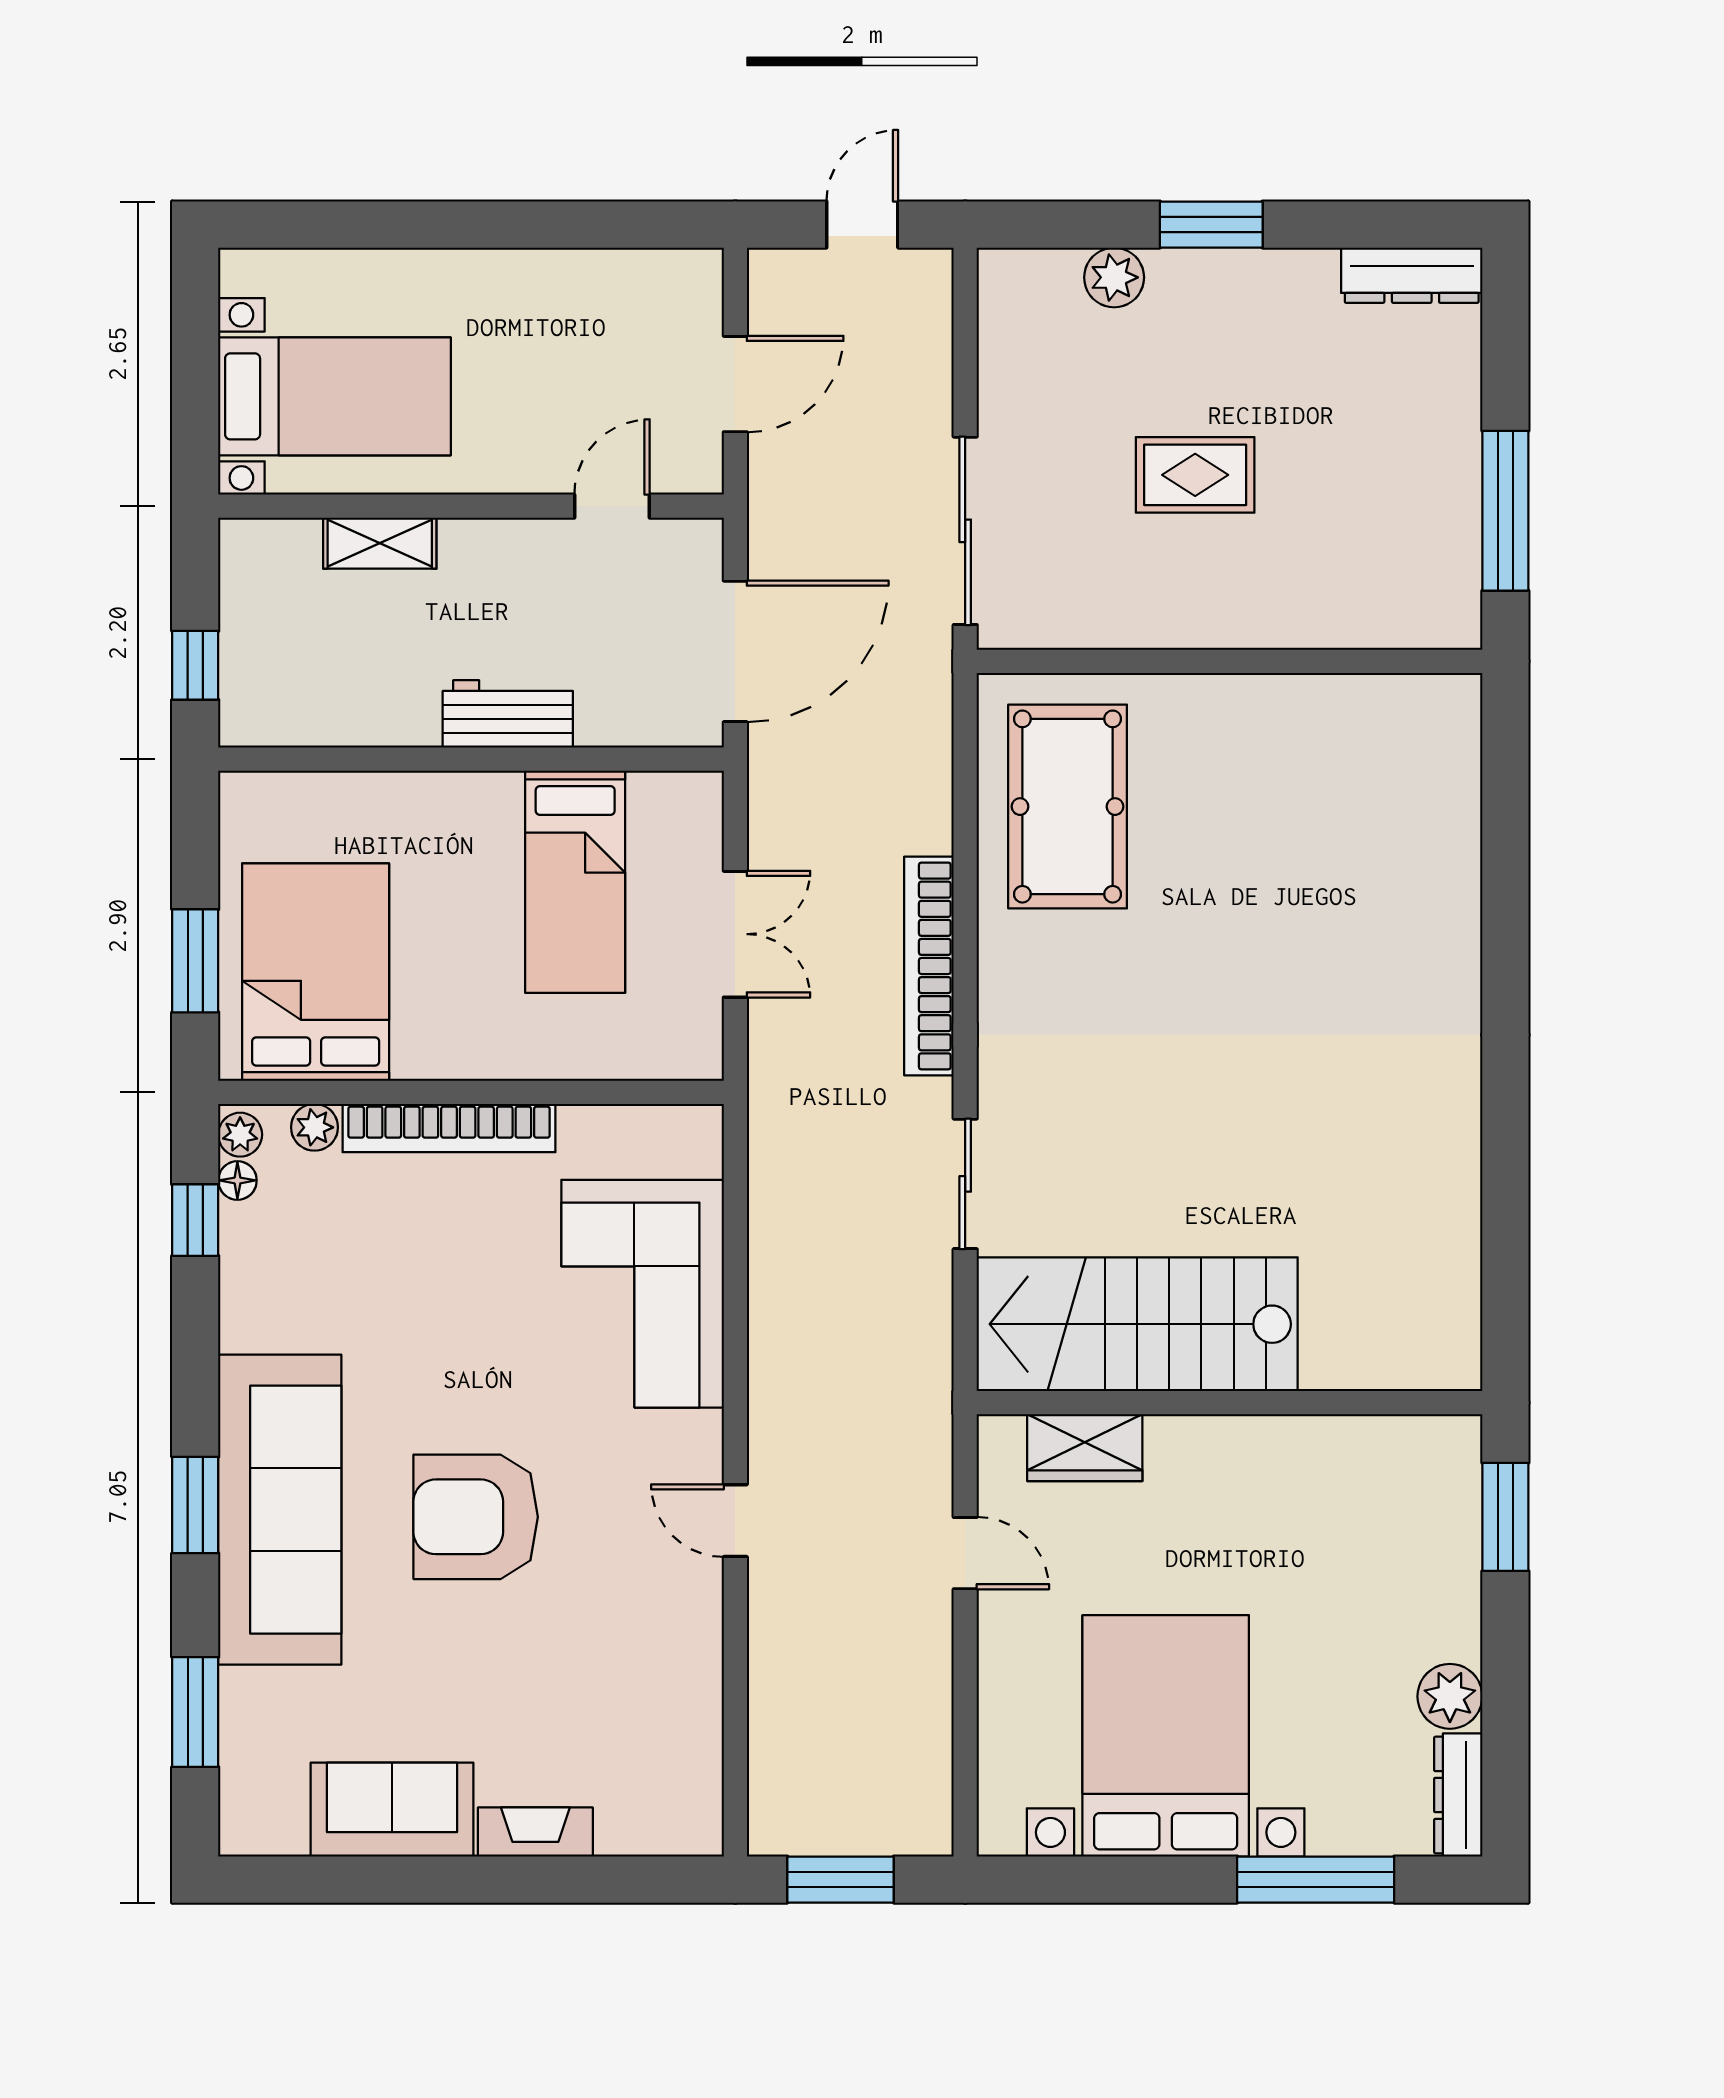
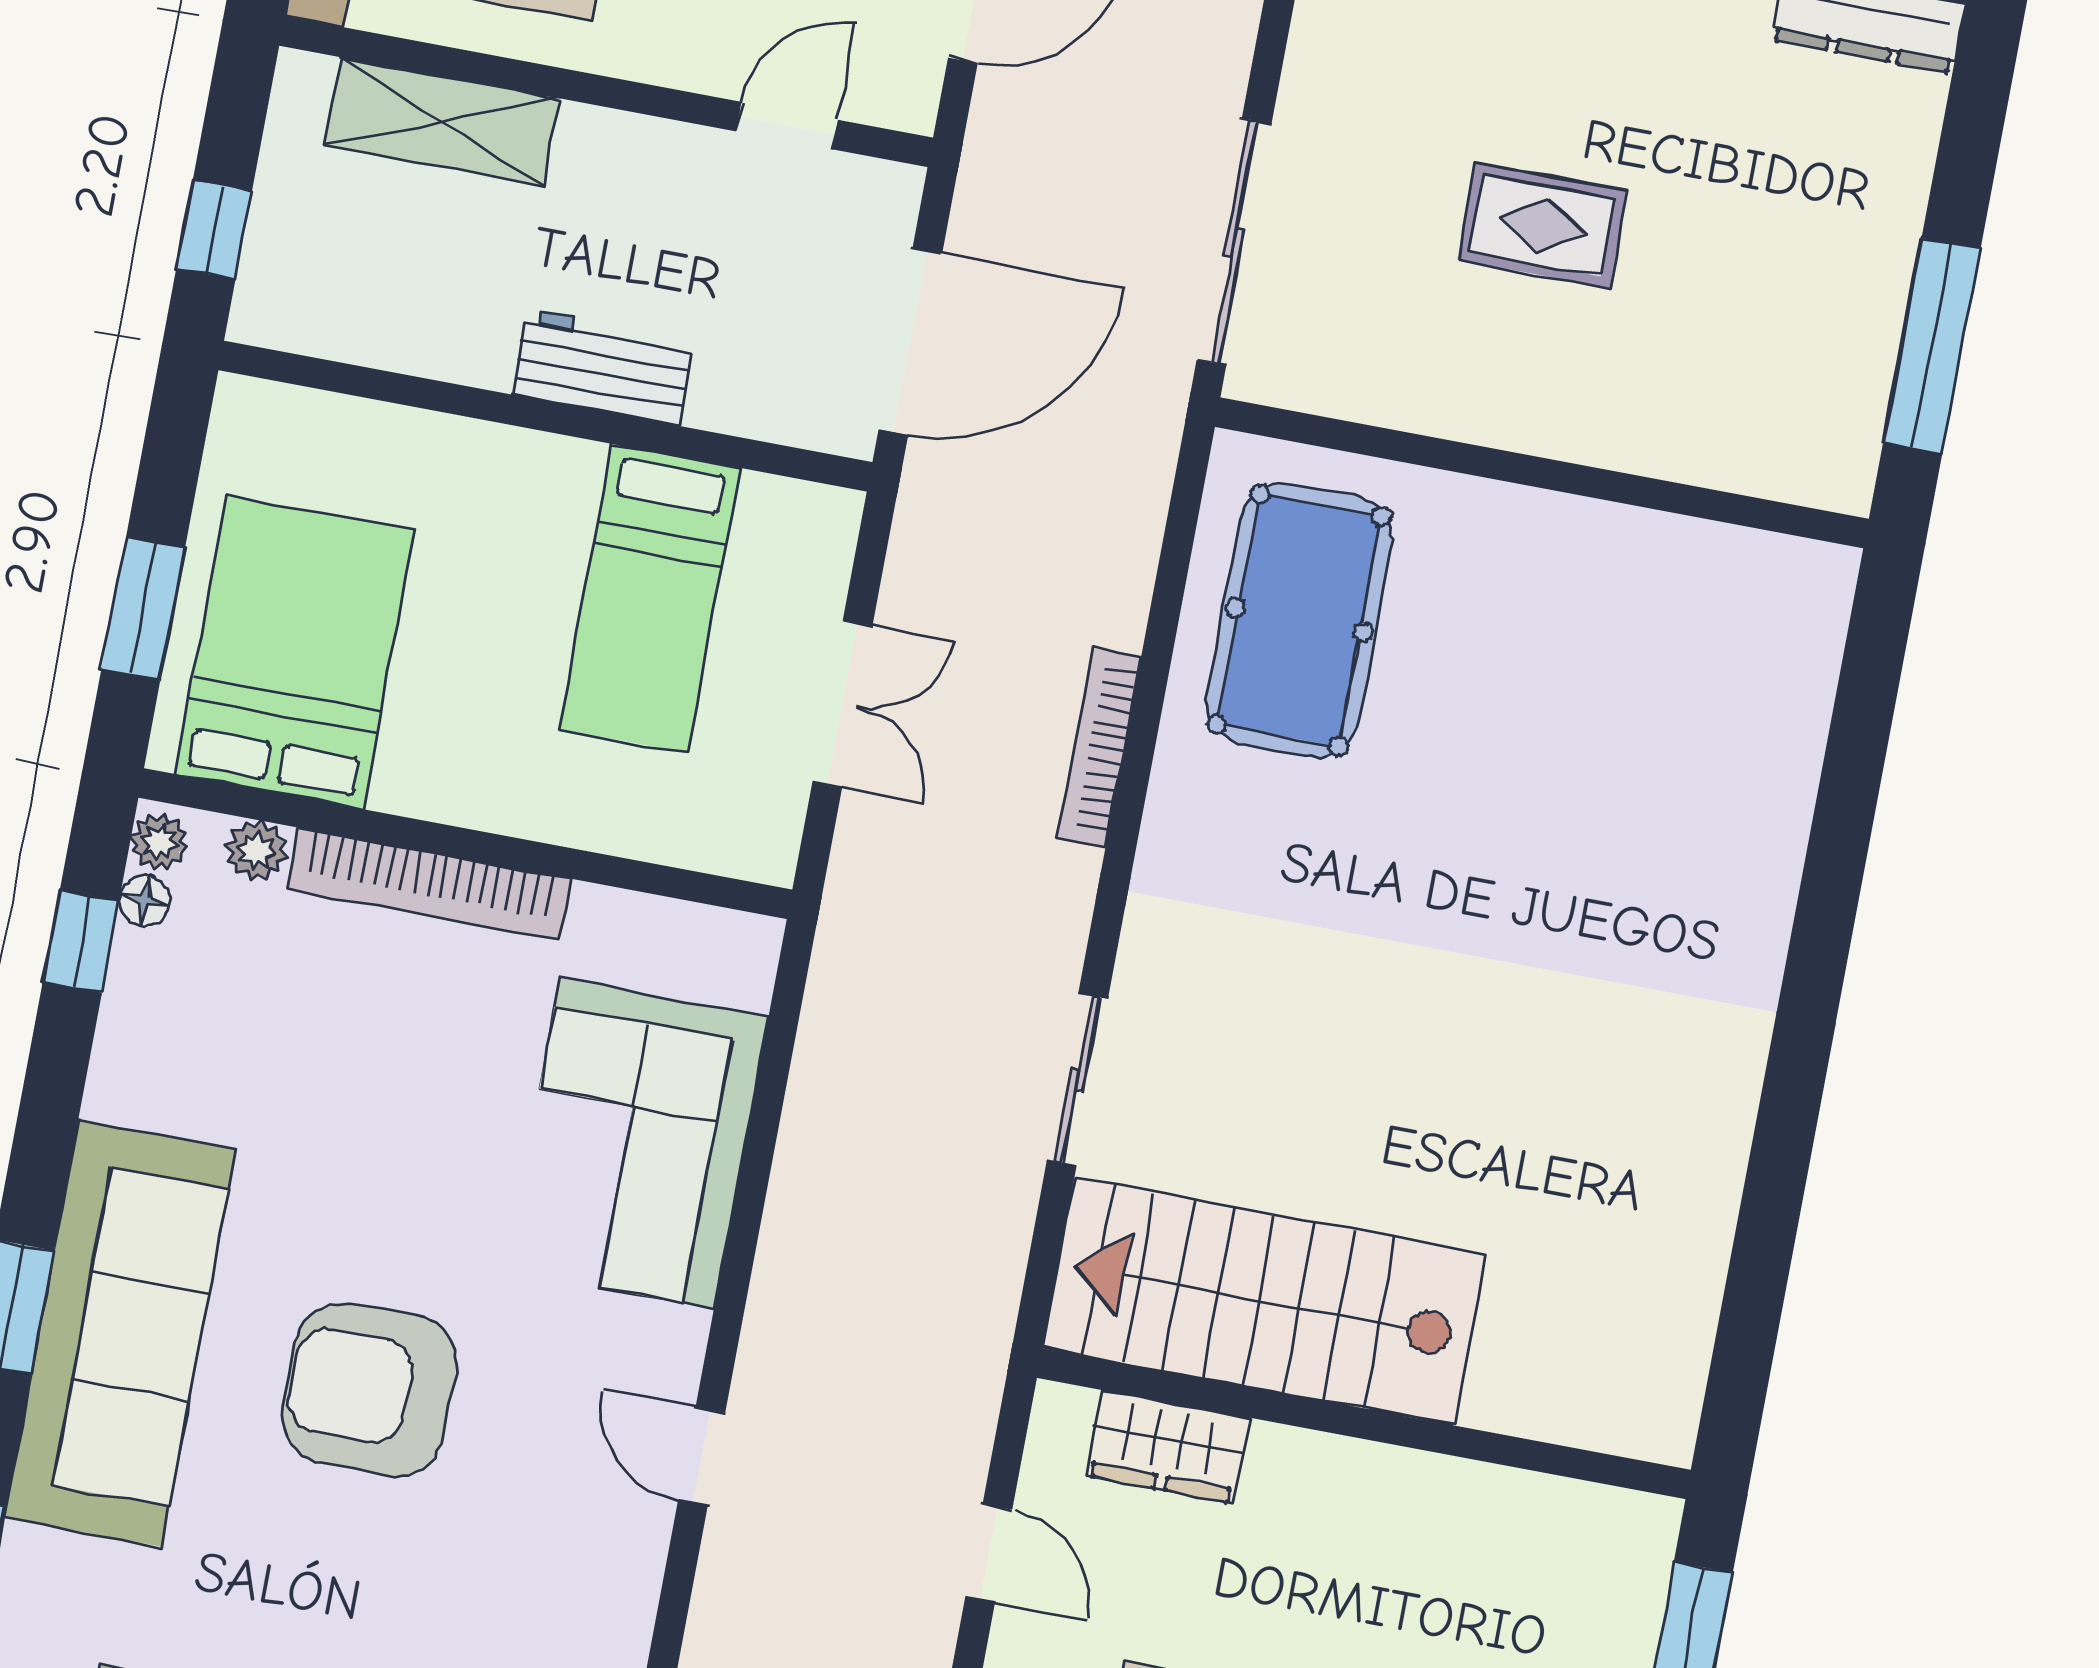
shelving: (380, 543) -> (442, 121), width x1.50, depth x1.33
bookcase: (929, 966) -> (1099, 747), width x0.68, depth x0.76

